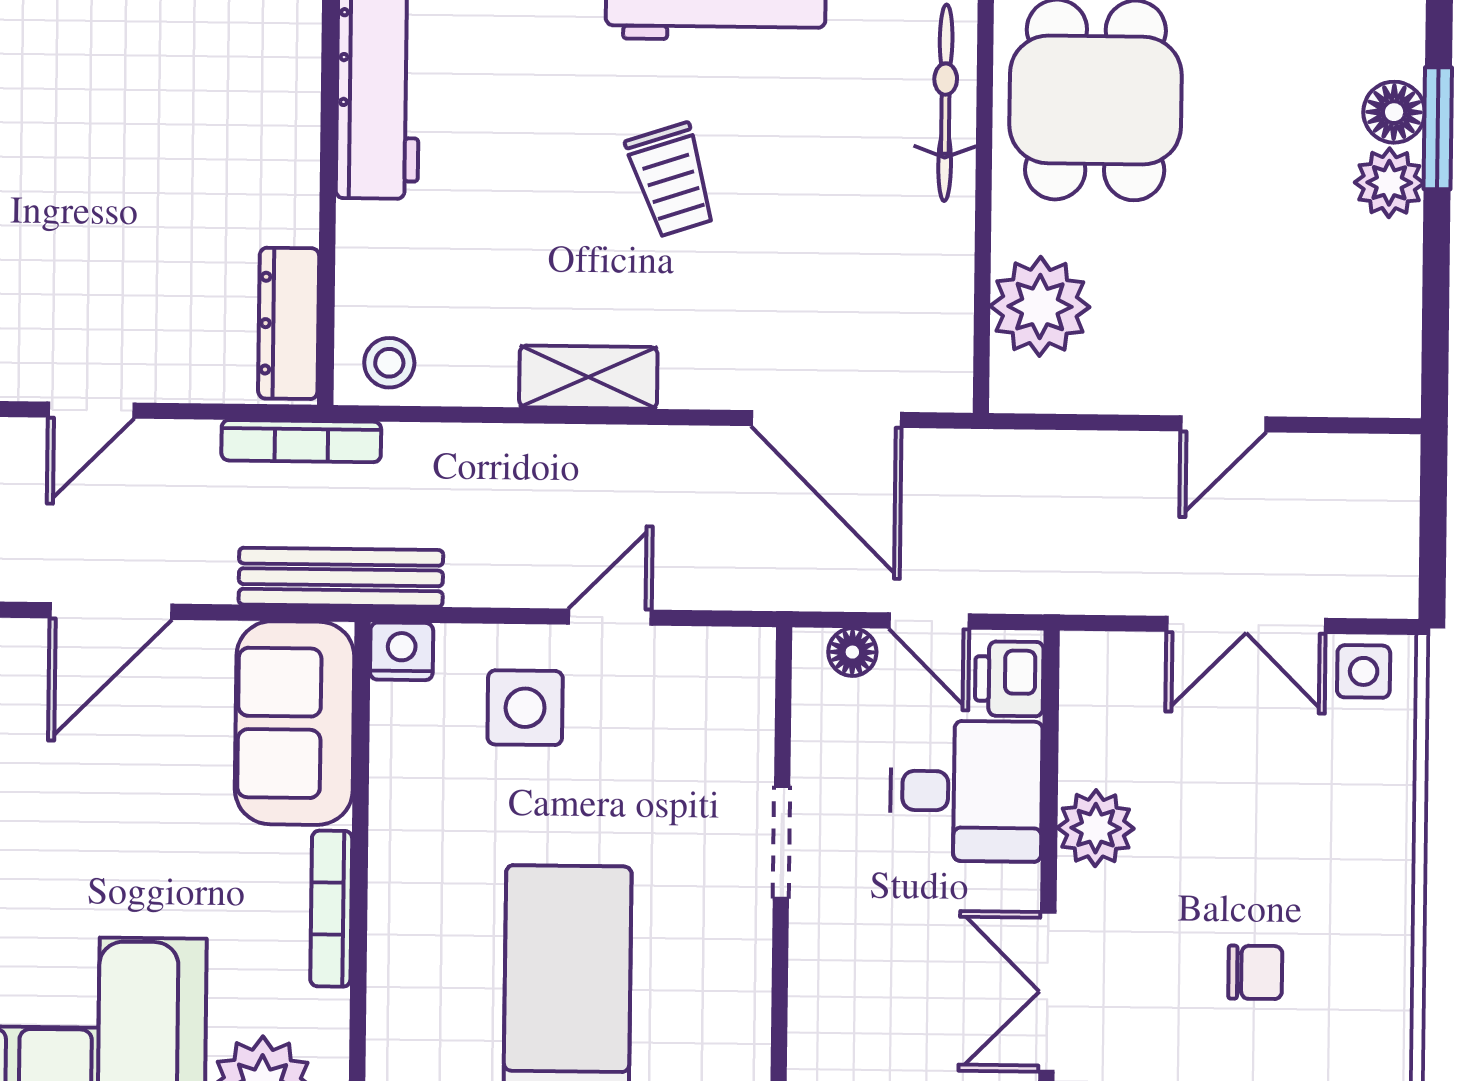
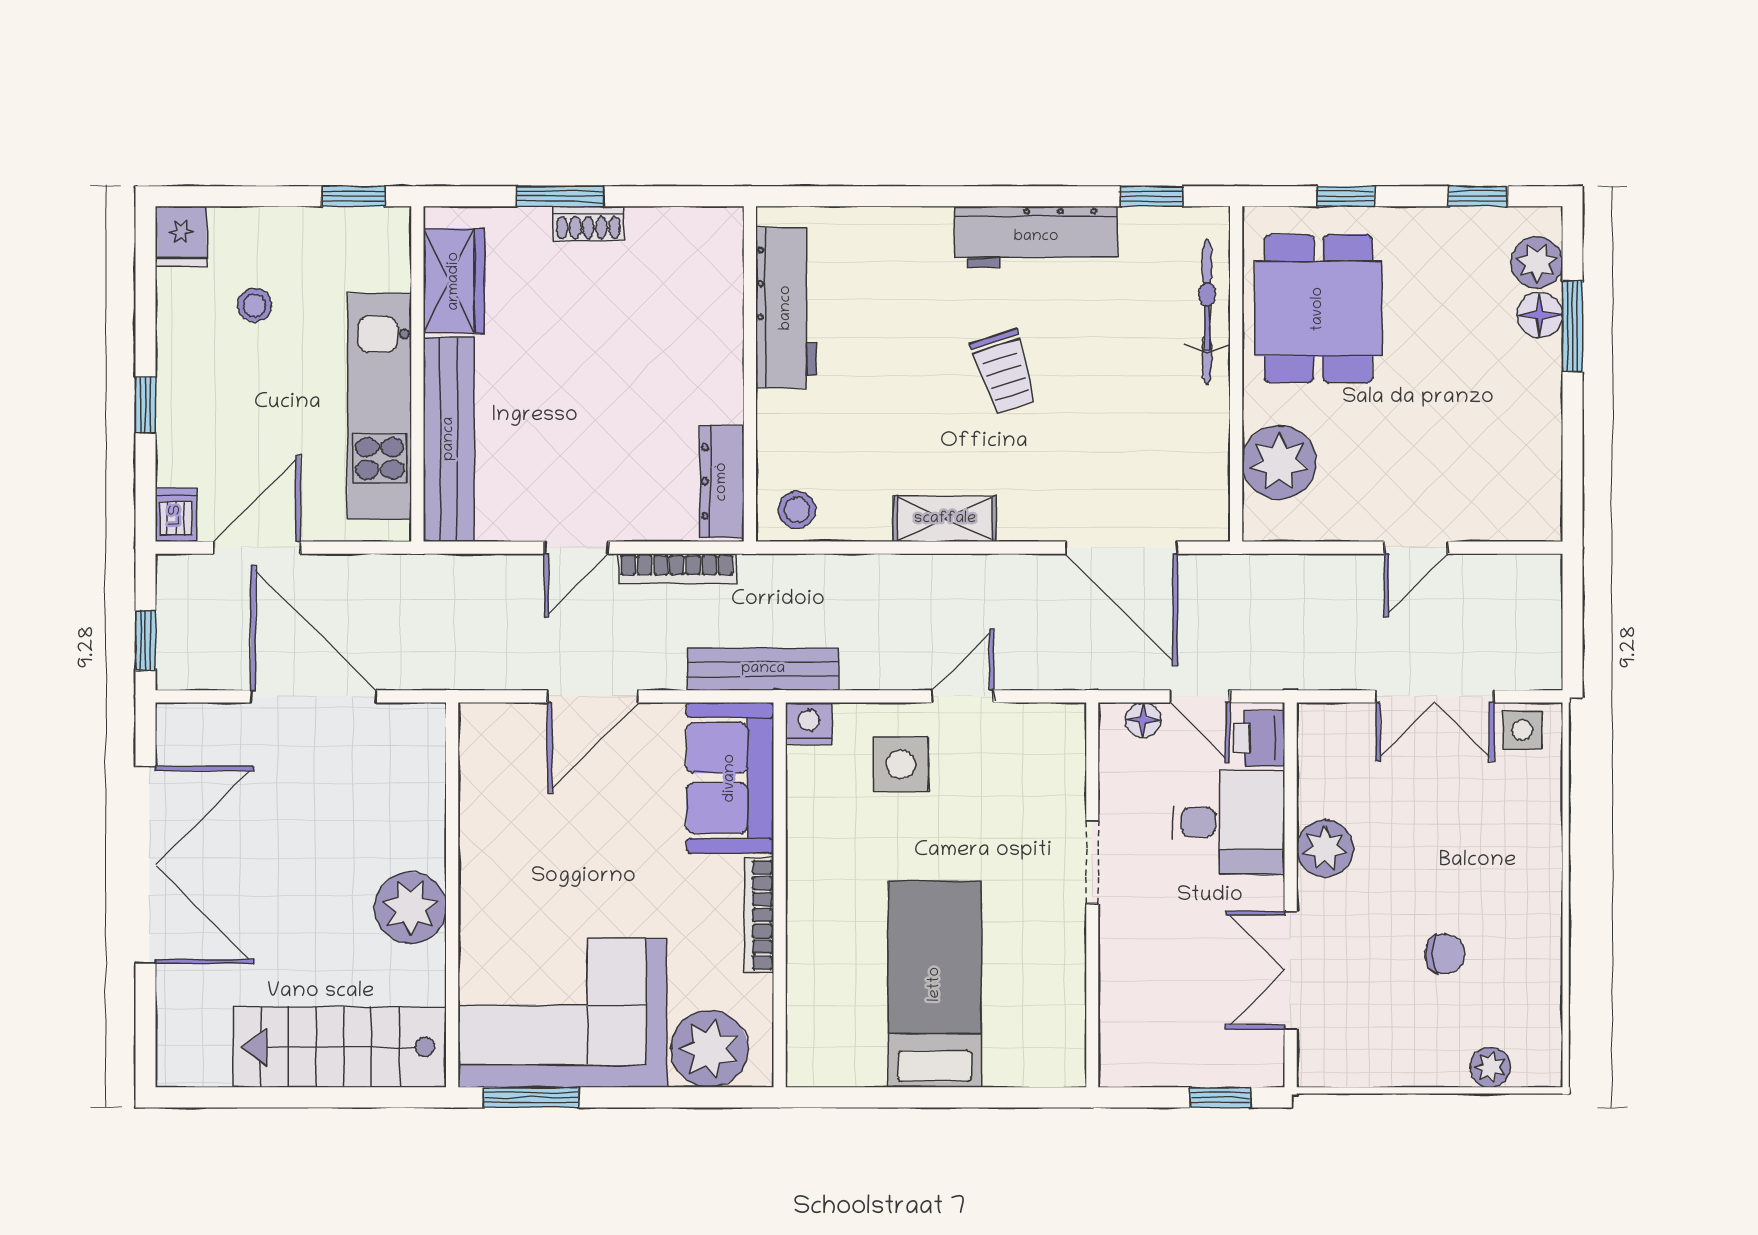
plant: (1389, 183) -> (1537, 263), moved
bookcase: (301, 441) -> (677, 569), moved

